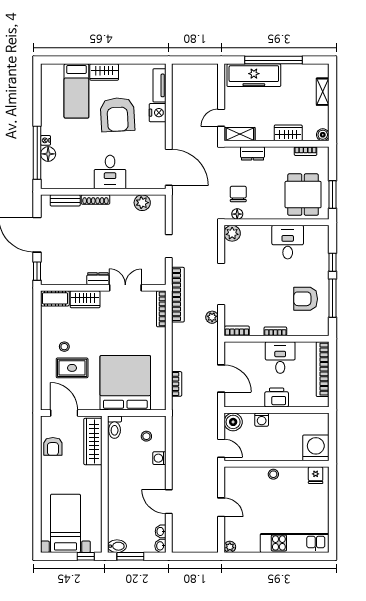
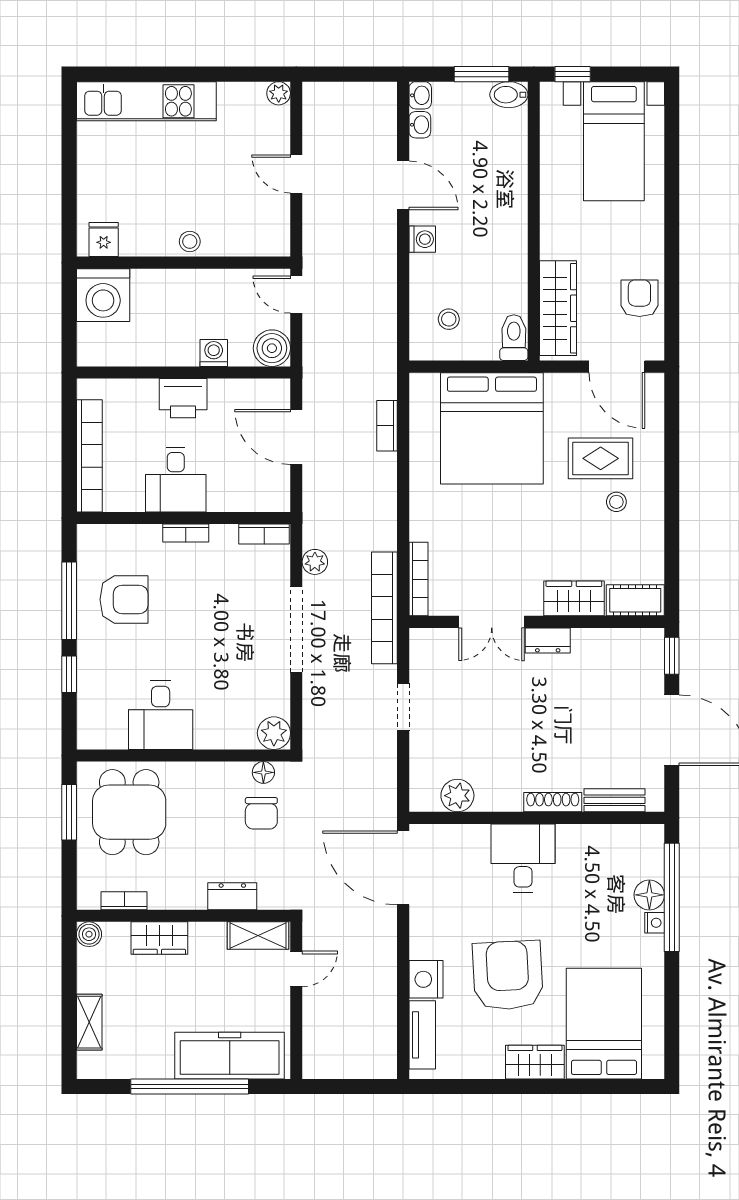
bed: (76, 91) -> (604, 1024), width x1.50
washing machine: (159, 458) -> (422, 239), moved

